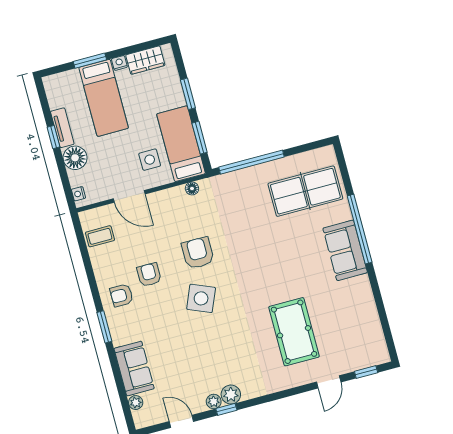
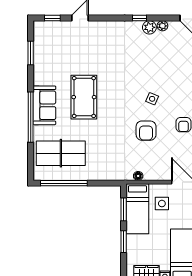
window: (251, 162) -> (64, 183), moved
side table: (201, 298) -> (152, 99), width x0.54, depth x0.54
window: (383, 316) -> (31, 53), added
pool table: (294, 332) -> (84, 97), moved
window: (226, 409) -> (140, 18), moved

